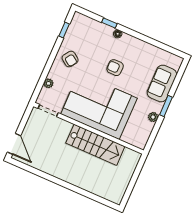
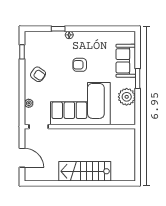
plant: (153, 117) -> (127, 97), width x1.87, depth x1.87
door: (14, 144) -> (22, 158), moved
stairs: (95, 145) -> (85, 171), moved, turned 180

